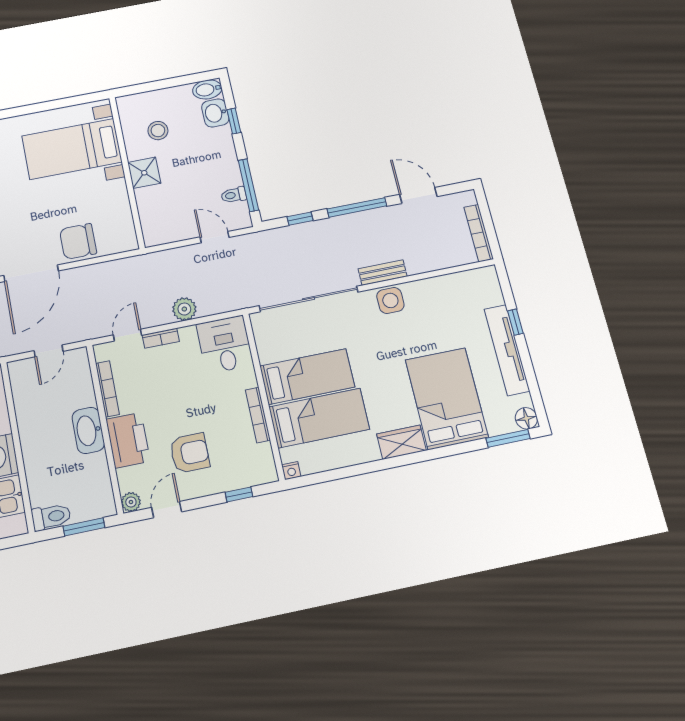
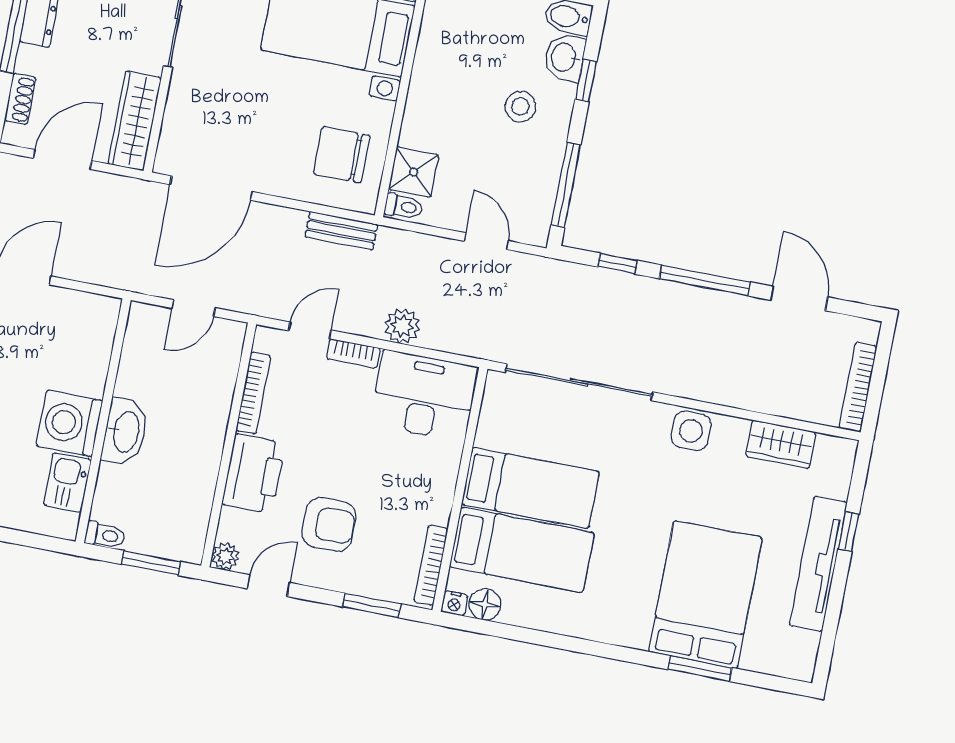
stool: (158, 131) -> (520, 107), moved
shower: (144, 173) -> (414, 172), moved
toilet: (234, 195) -> (404, 207), moved, turned 180
chair: (78, 241) -> (342, 155), moved
bench: (383, 273) -> (341, 231), moved
desk: (225, 345) -> (424, 396), width x1.37
bookcase: (258, 415) -> (431, 565), moved
floor lamp: (526, 418) -> (485, 604), moved
washbasin: (88, 430) -> (125, 432), moved, turned 180
window: (508, 438) -> (700, 669), moved
wardrobe: (401, 442) -> (781, 444), moved, turned 180
window: (239, 494) -> (372, 605), width x1.50
toilet: (51, 517) -> (105, 535), width x0.73, depth x0.72

